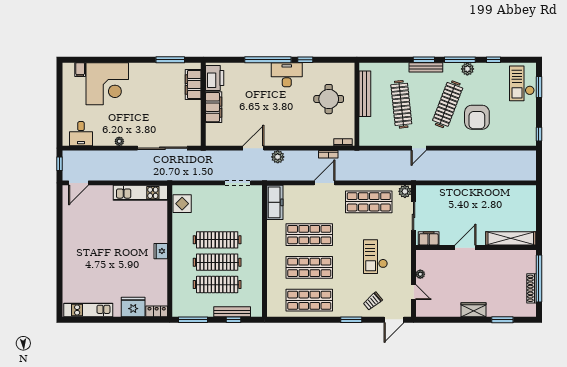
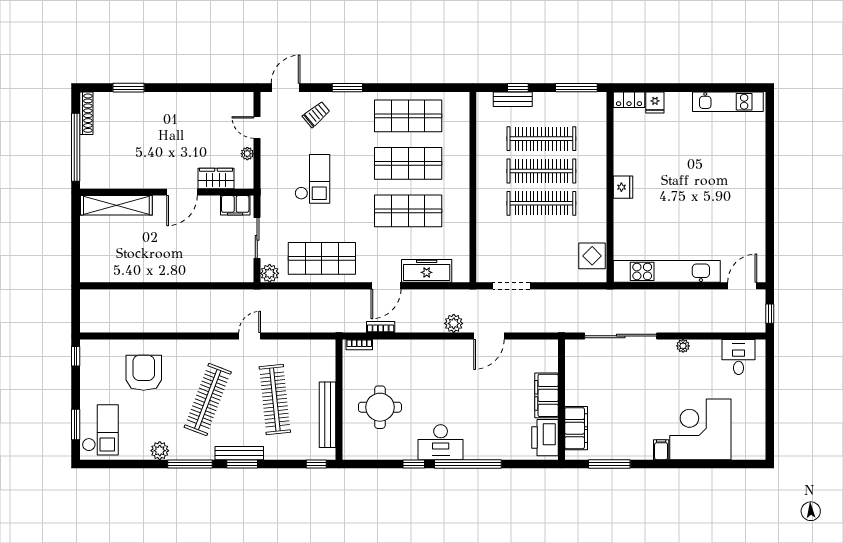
window: (493, 60) -> (316, 464), moved
plant: (467, 69) -> (160, 451), moved
filing cabinet: (80, 70) -> (661, 450), moved
armchair: (477, 117) -> (144, 373), moved
kitchen unit: (140, 193) -> (667, 271), width x1.36
freezer: (275, 202) -> (427, 271), moved, turned 90
shoe rack: (531, 288) -> (86, 113), moved
fridge: (133, 307) -> (655, 103), width x0.53, depth x0.75
wardrobe: (474, 310) -> (216, 178), moved, turned 180
bench: (232, 312) -> (513, 99), width x0.73

